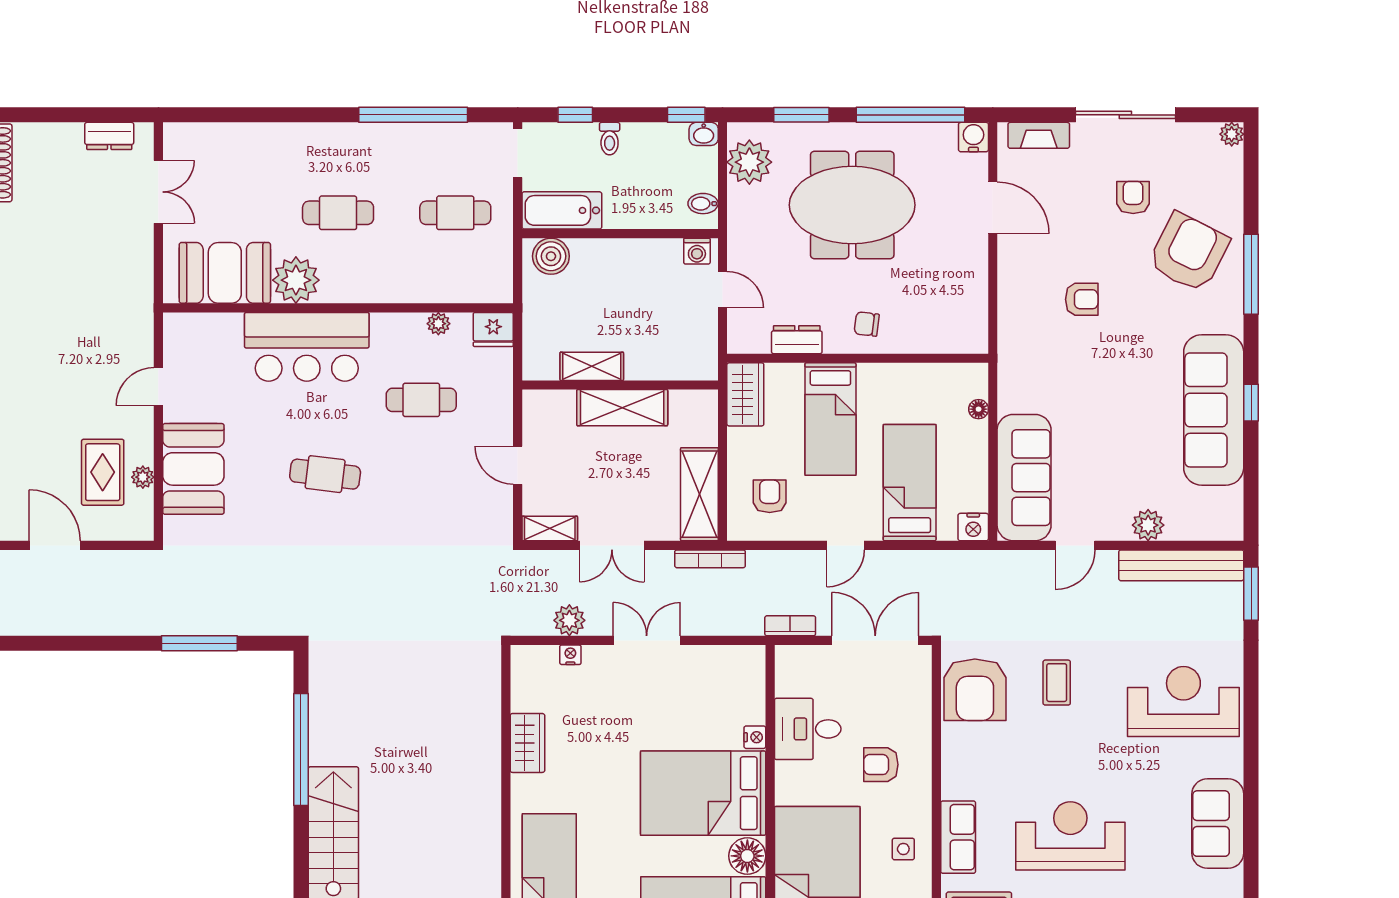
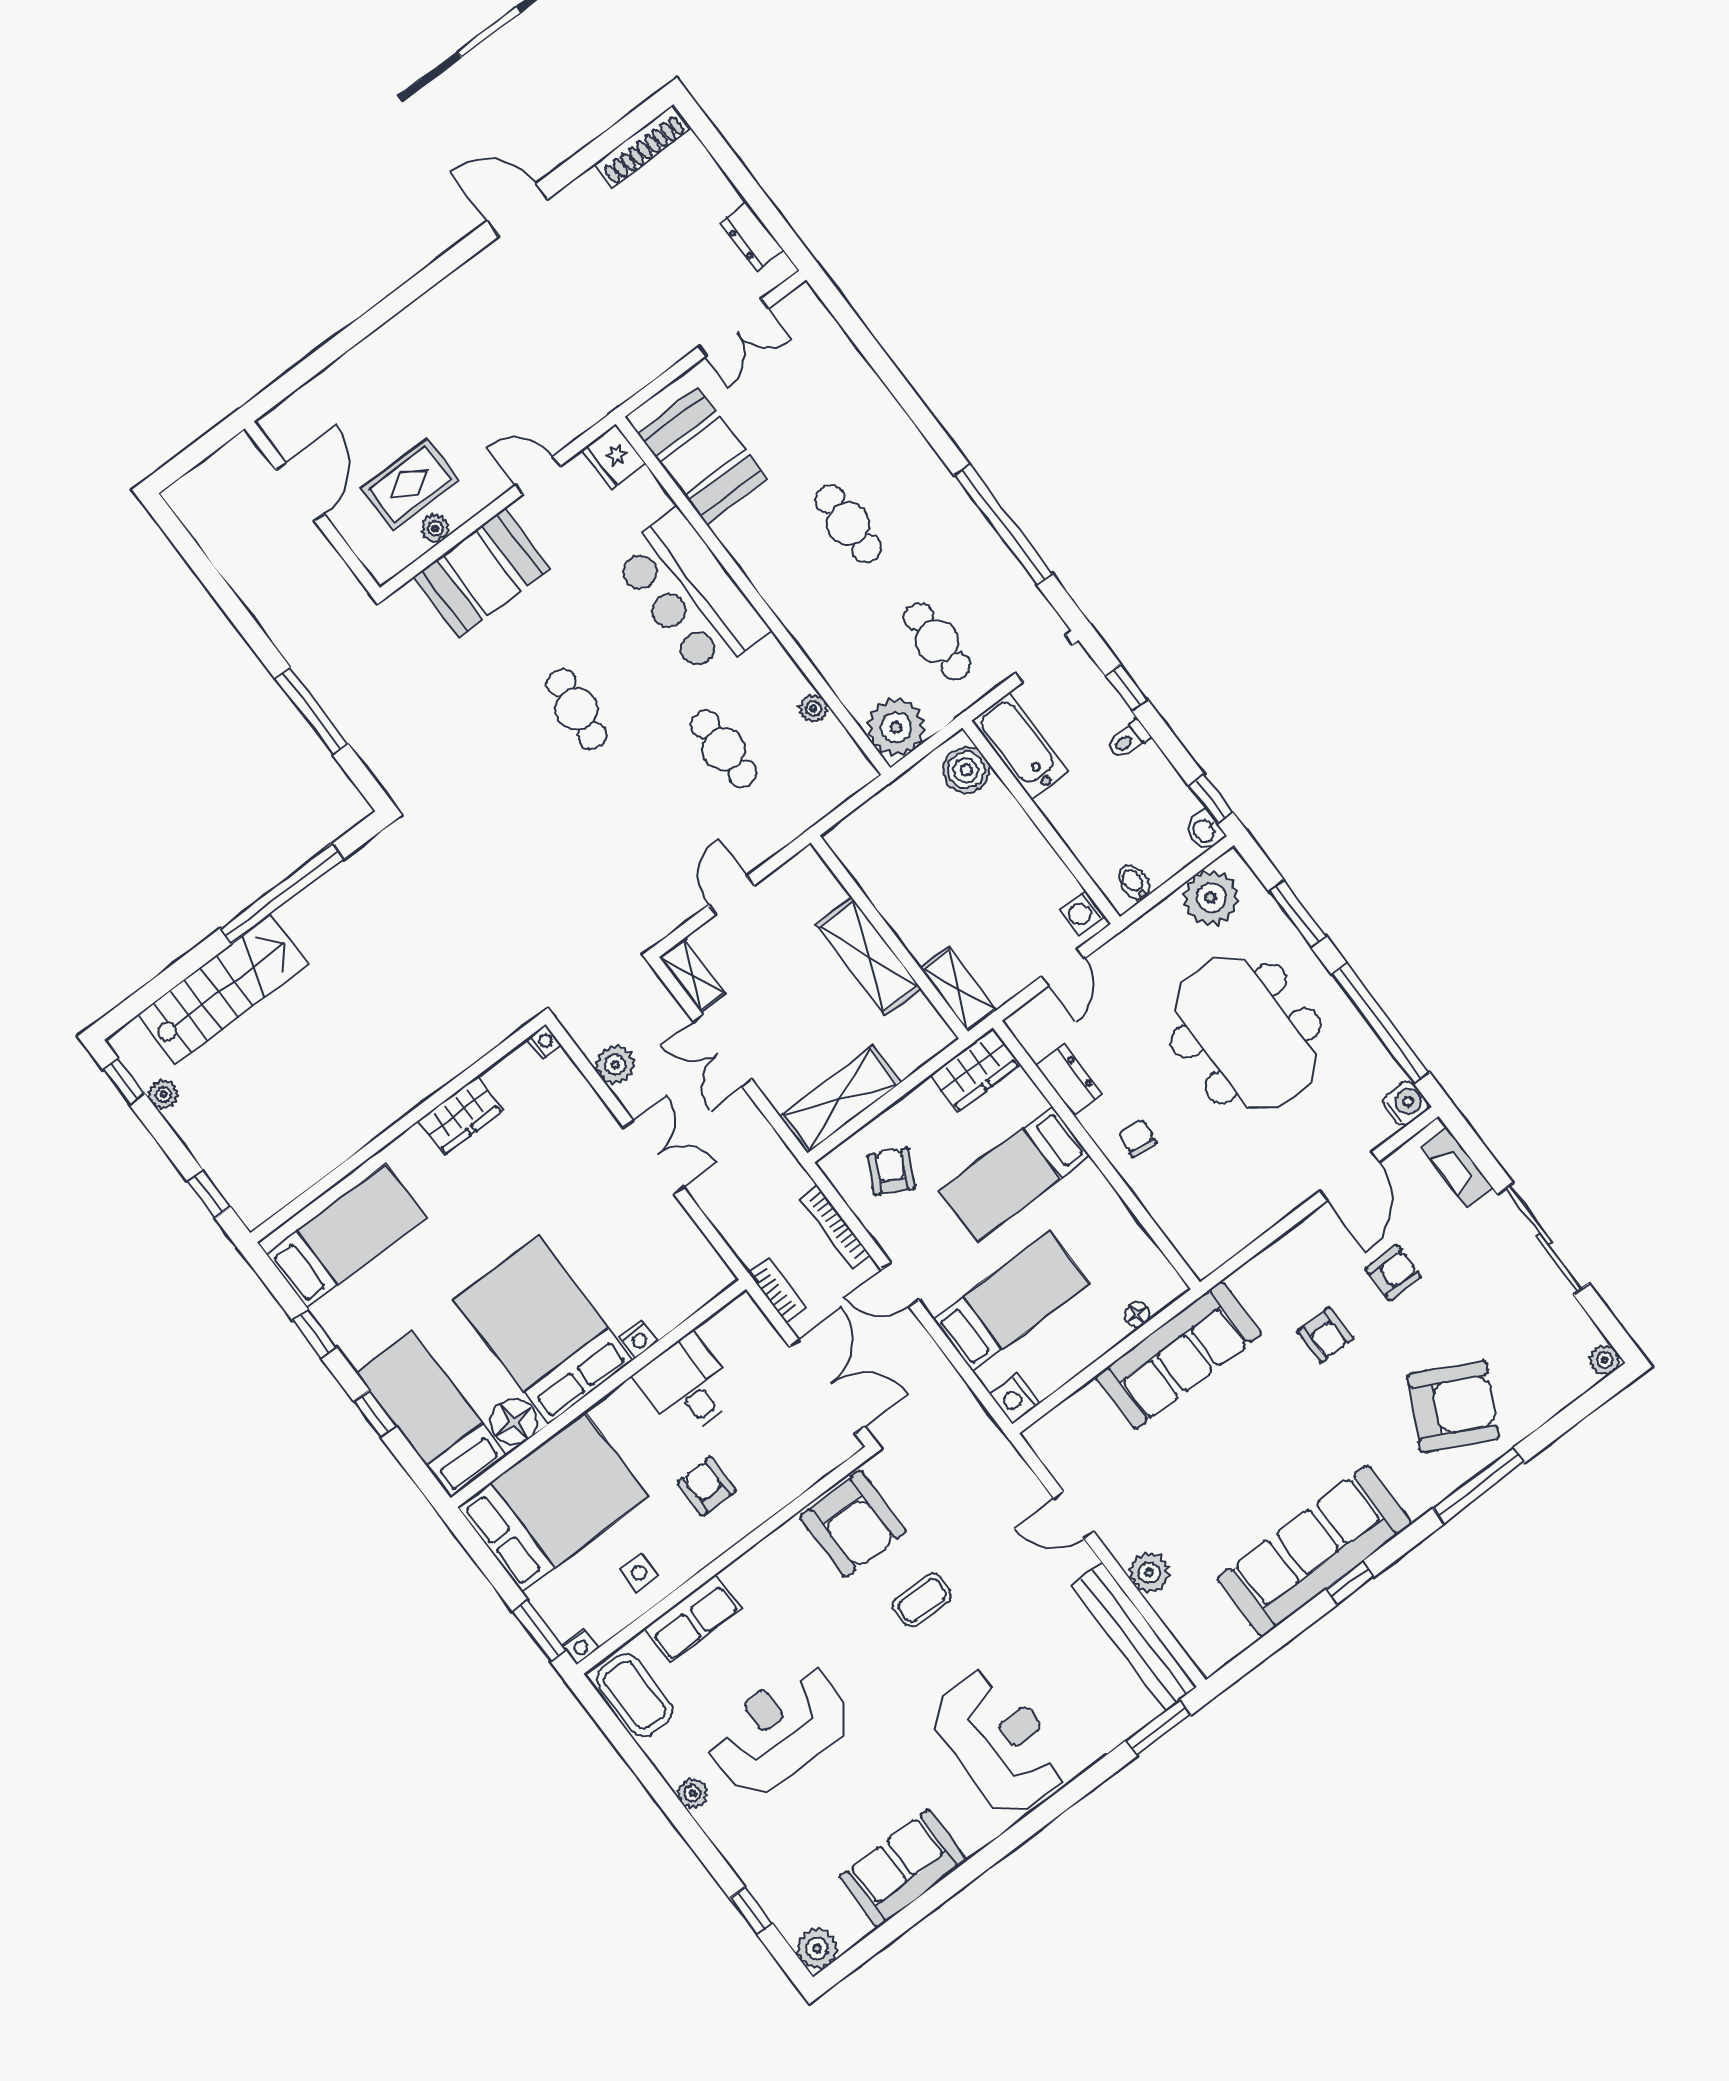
armchair: (1133, 197) -> (1393, 1273), moved
plant: (296, 280) -> (896, 727), moved
fridge: (493, 329) -> (614, 457), moved
shelving: (592, 366) -> (958, 989), moved
sofa: (1024, 478) -> (1178, 1355), moved
armchair: (770, 496) -> (891, 1171), turned -62
bookcase: (710, 559) -> (835, 1227), moved
nightstand: (570, 655) -> (544, 1042), moved
armchair: (975, 690) -> (853, 1524), turned -90
reception desk: (1070, 836) -> (779, 1730), turned -90

